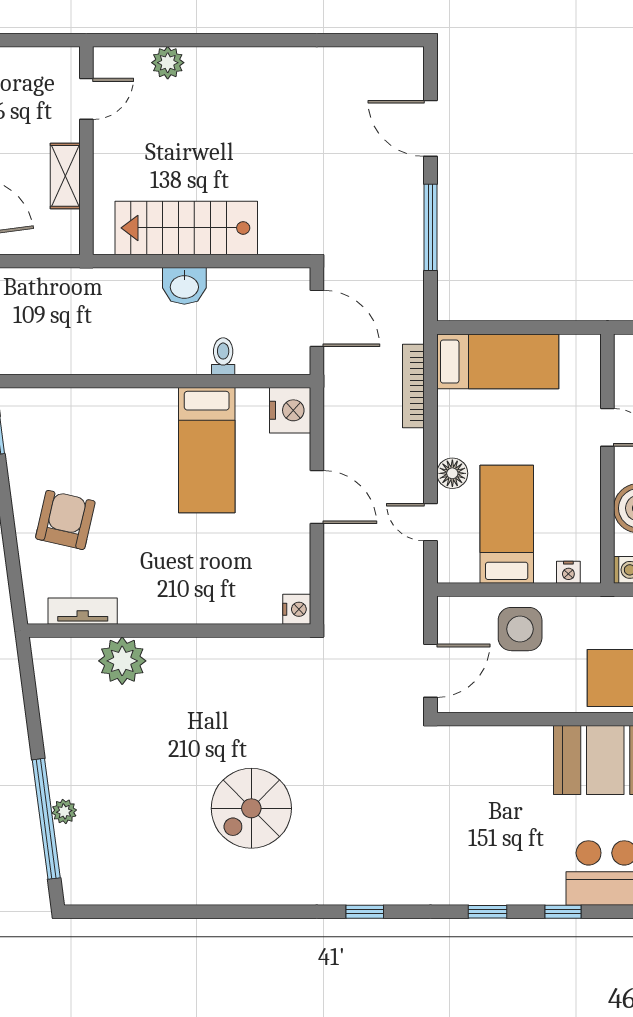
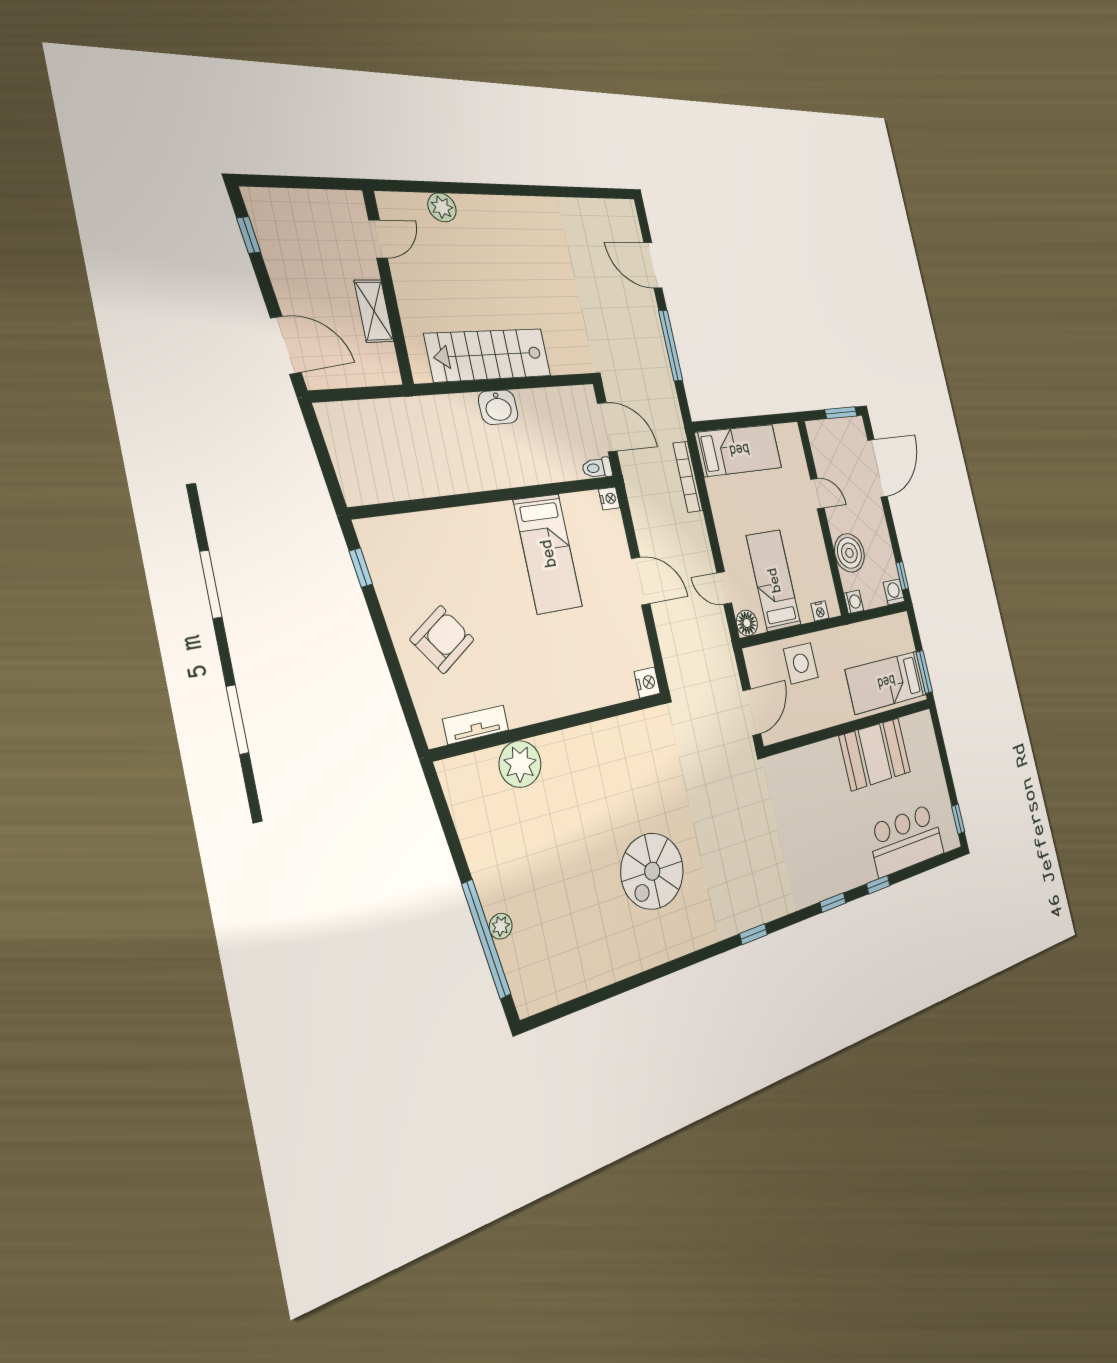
toilet: (223, 356) -> (597, 468), moved, turned -90
nightstand: (290, 410) -> (609, 499), width x0.53, depth x0.56
floor lamp: (452, 473) -> (747, 623), moved
armchair: (65, 520) -> (442, 639), turned 42

